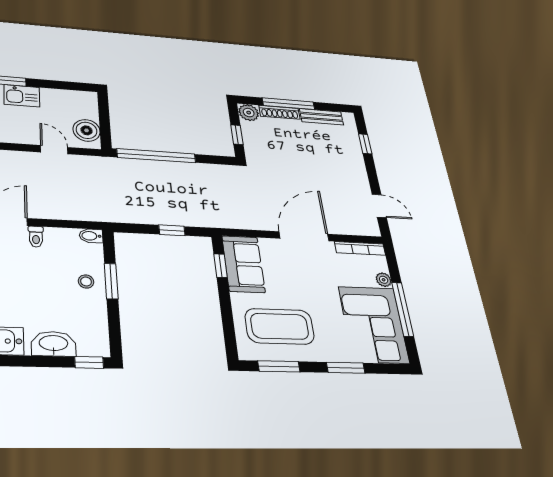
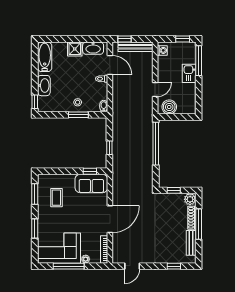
door: (304, 236) -> (110, 219), hinge flipped
coffee table: (280, 326) -> (56, 198), width x0.54, depth x0.58

